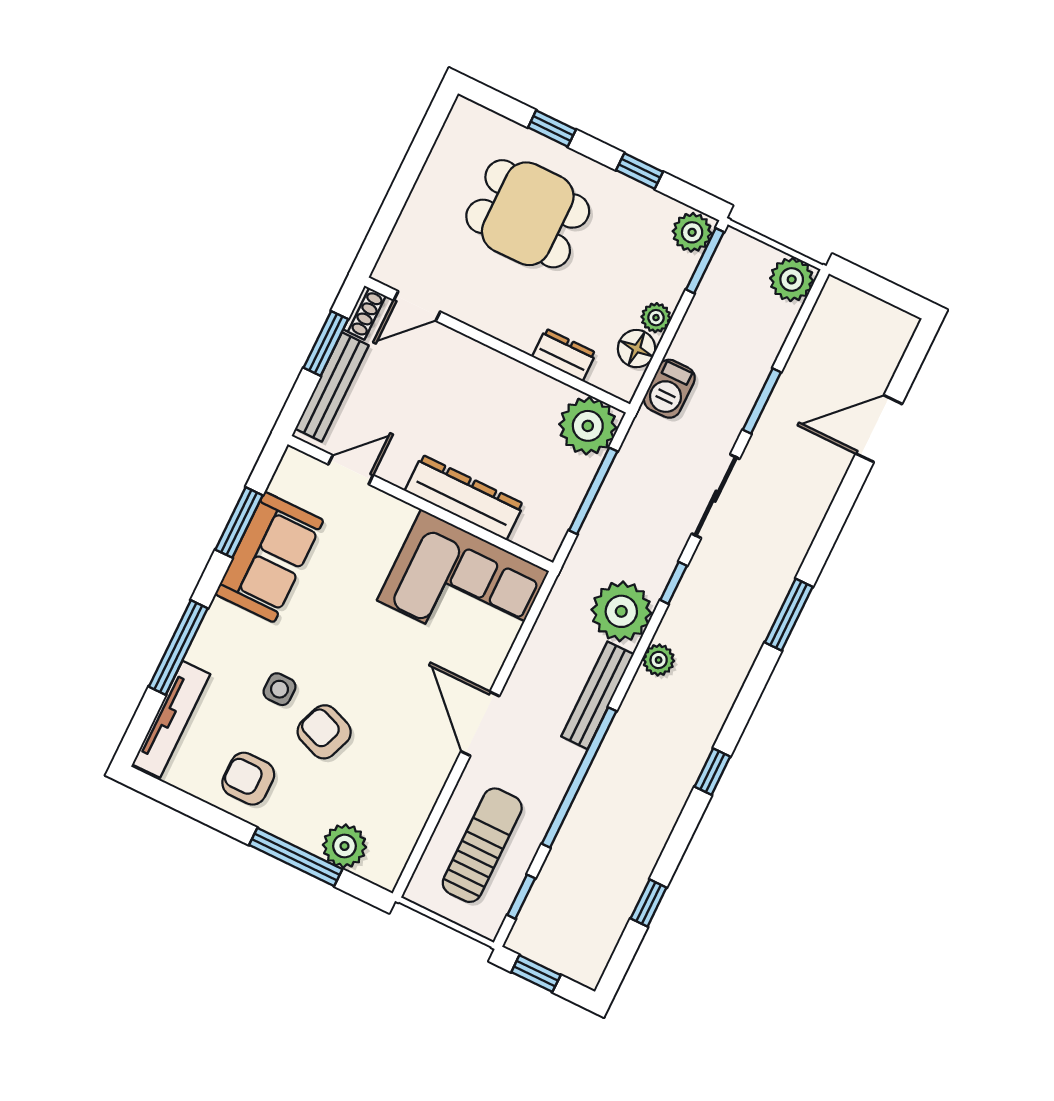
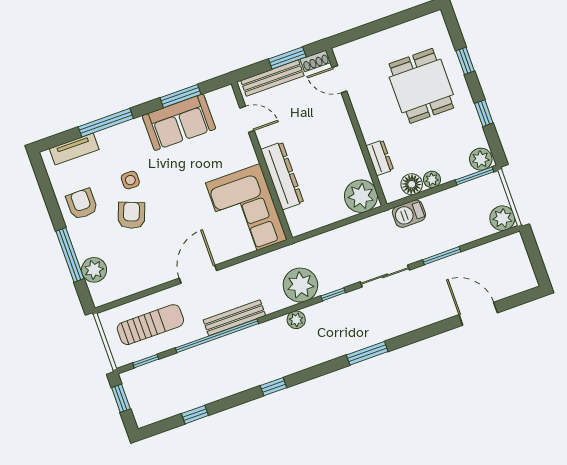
window: (593, 491) -> (337, 225), removed
bench: (597, 695) -> (234, 318), moved
tv unit: (171, 719) -> (74, 149), width x0.71

